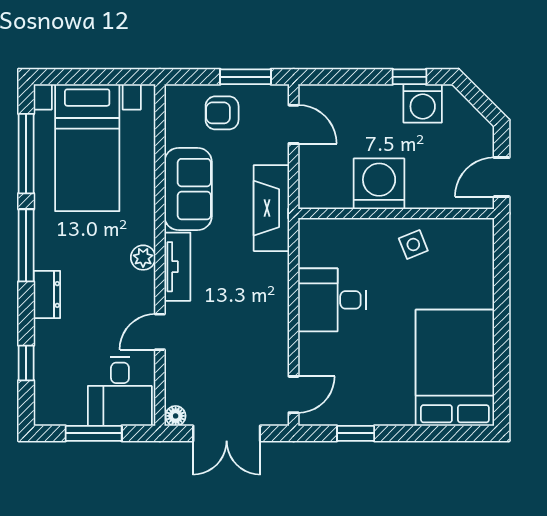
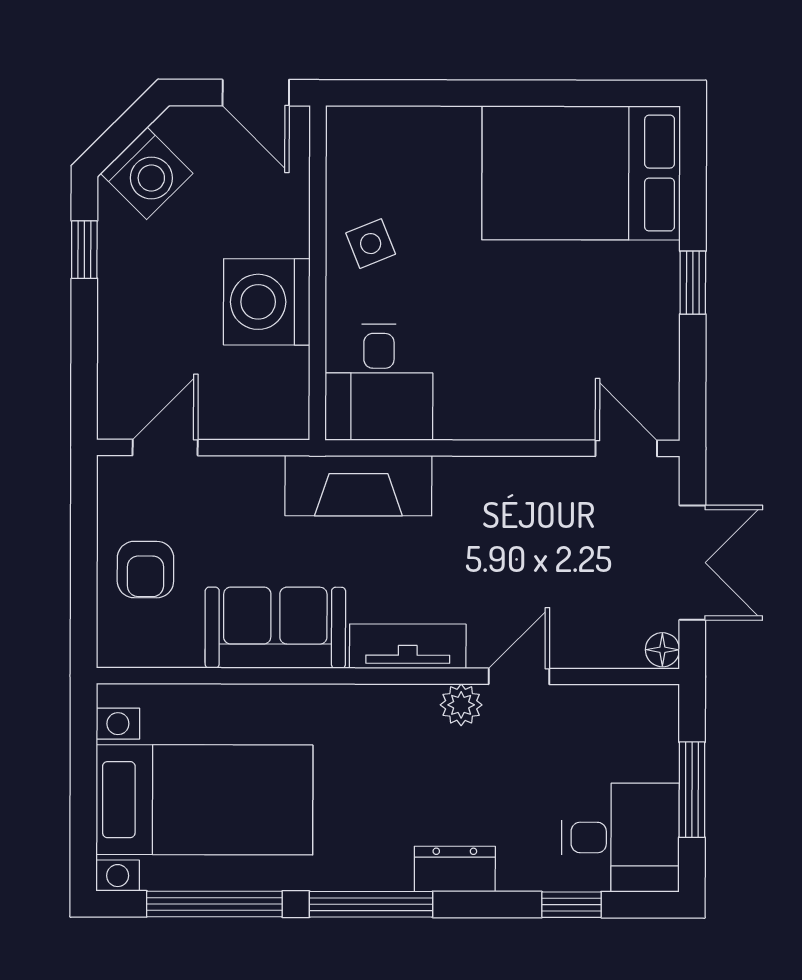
window: (245, 77) -> (84, 529), removed
washing machine: (423, 103) -> (147, 173), moved, turned 45
fireplace: (271, 208) -> (358, 486), moved
plant: (143, 258) -> (461, 705), moved
desk: (332, 300) -> (379, 382), moved
door: (160, 332) -> (519, 676), swing flipped
desk: (120, 392) -> (620, 838), moved
window: (356, 433) -> (693, 283), moved

